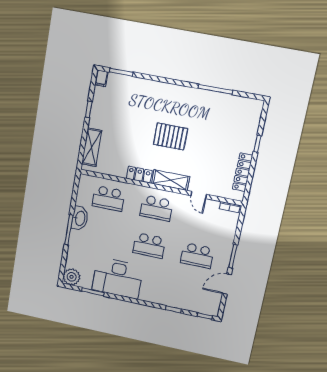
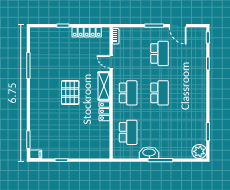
shelving: (92, 147) -> (90, 153), removed
door: (199, 195) -> (111, 62), swing flipped
desk: (117, 278) -> (192, 114), removed

